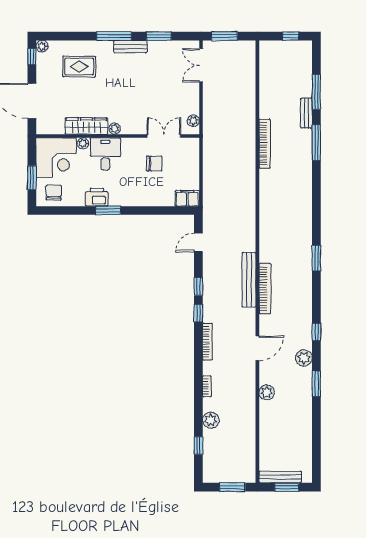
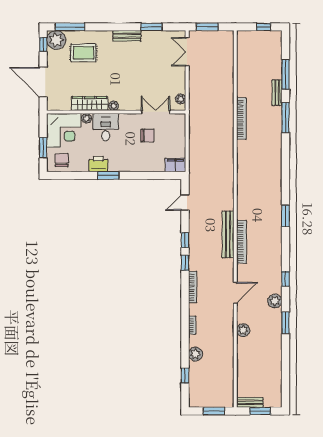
window: (114, 36) -> (70, 27), moved
plant: (42, 46) -> (56, 40), width x1.88, depth x1.88
bench: (280, 477) -> (250, 402), width x0.73

